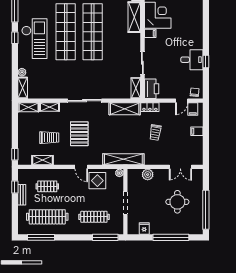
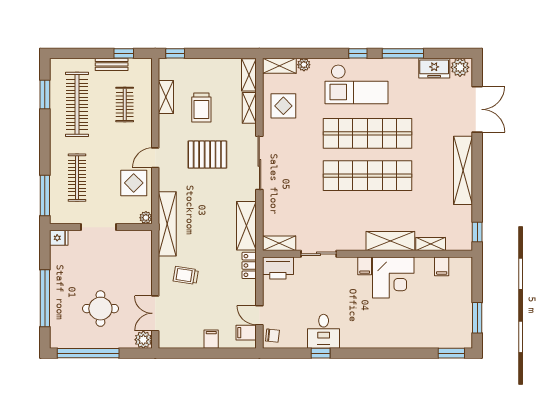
display table: (48, 85) -> (283, 106), added
trolley: (155, 132) -> (186, 275), moved
plant: (148, 175) -> (143, 340), moved
fridge: (144, 228) -> (59, 238), moved
window: (41, 237) -> (45, 95), width x0.69

